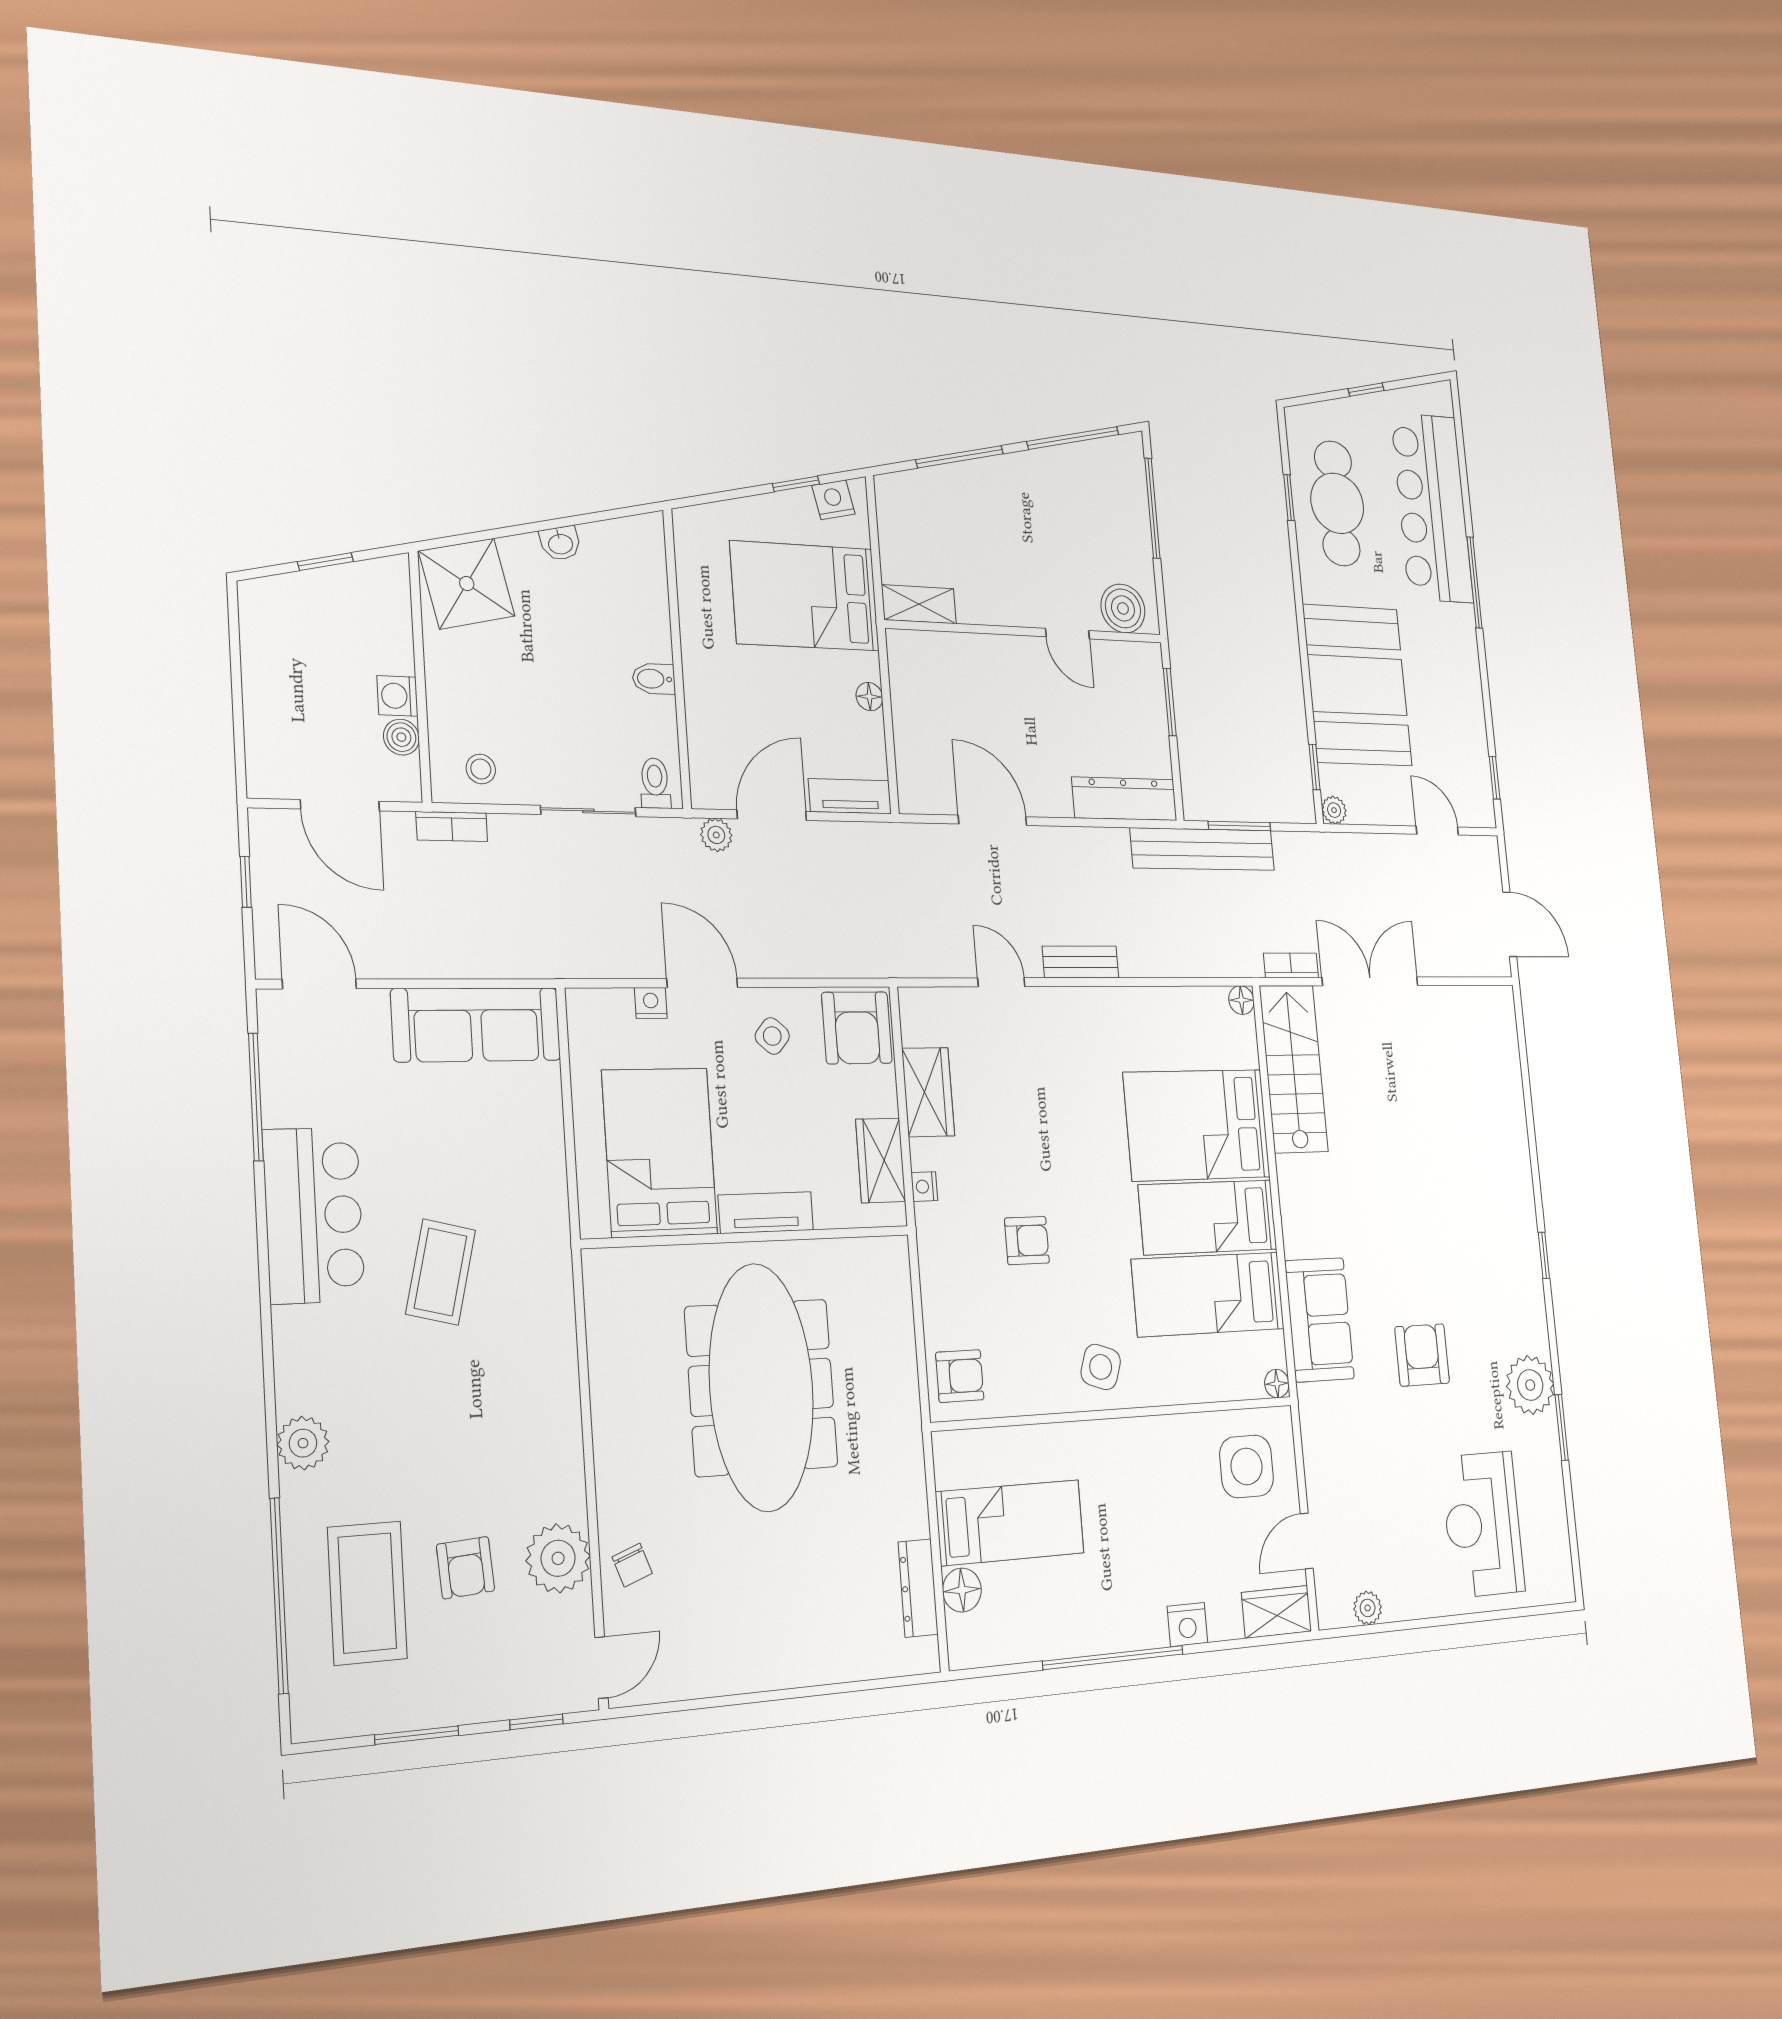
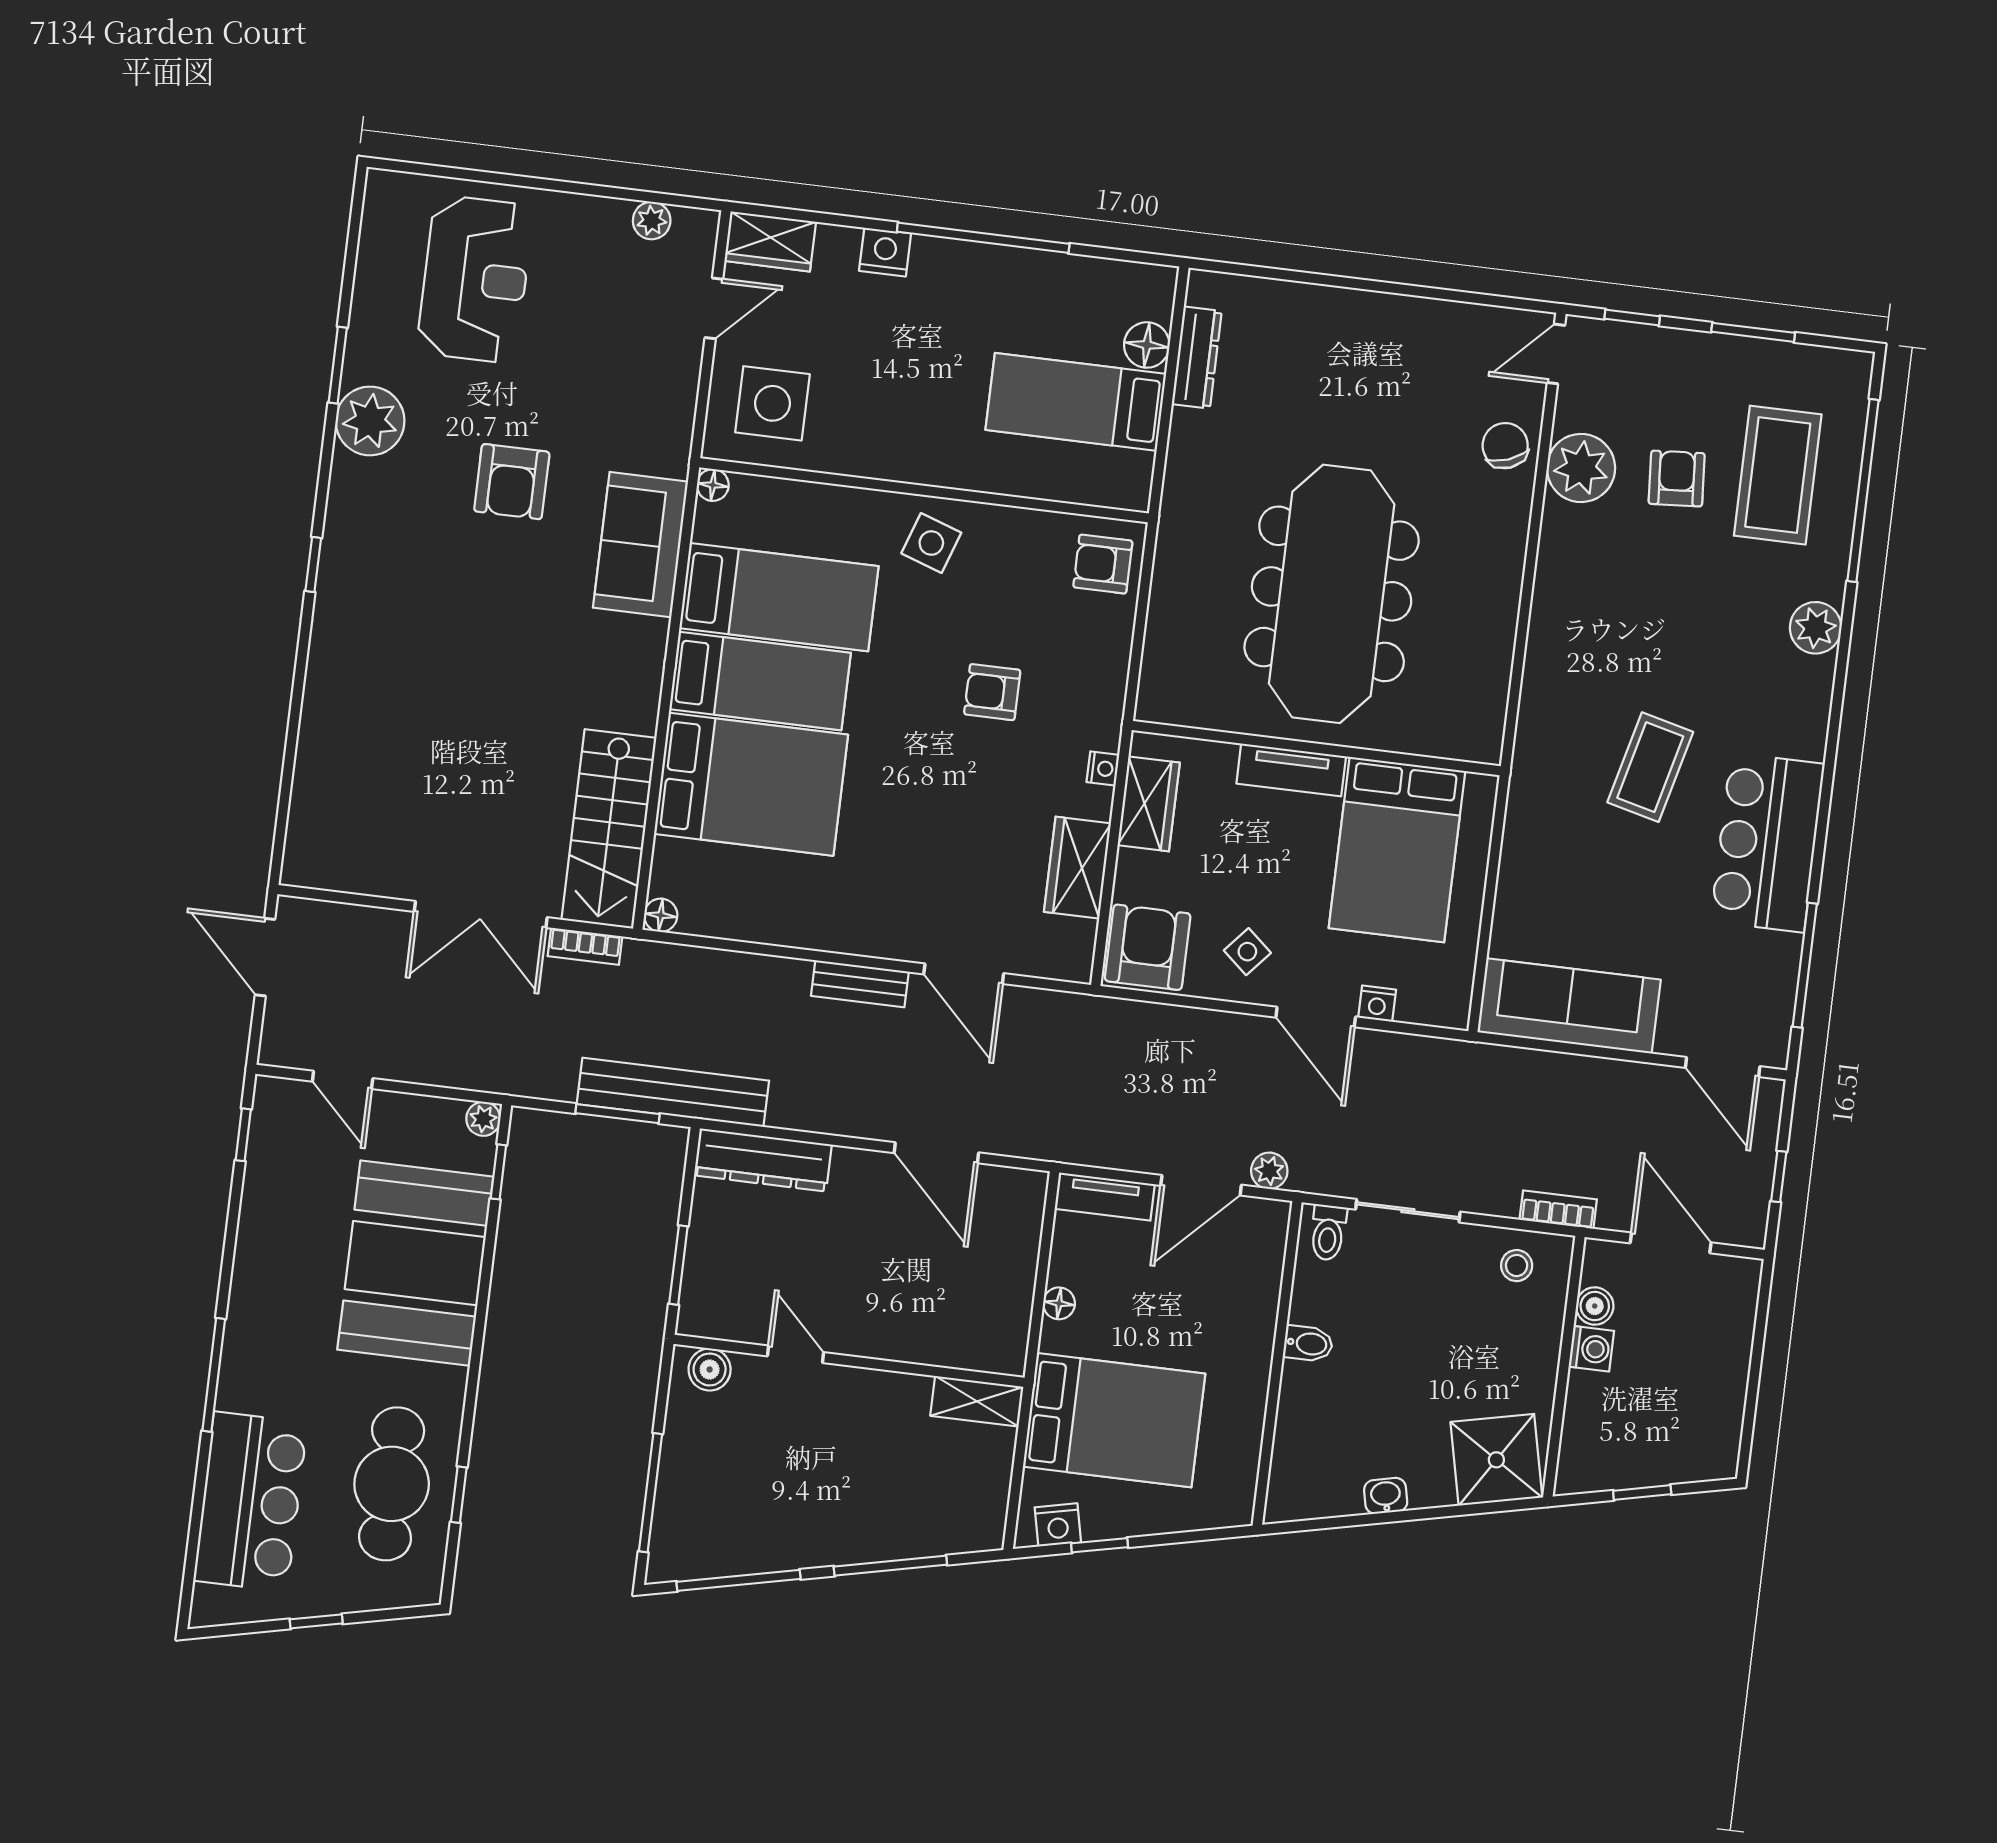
bar counter: (1432, 508) -> (250, 1502), width x0.73
boiler: (1123, 608) -> (710, 1369), width x0.73, depth x0.73
door: (1001, 982) -> (964, 974), width x1.38
chair: (632, 1565) -> (1505, 446), width x1.37, depth x1.37

